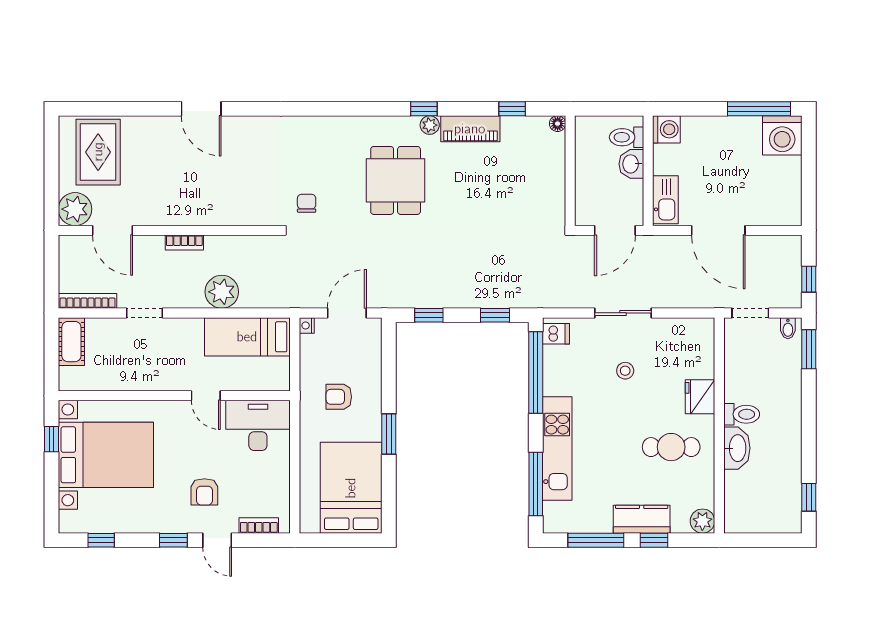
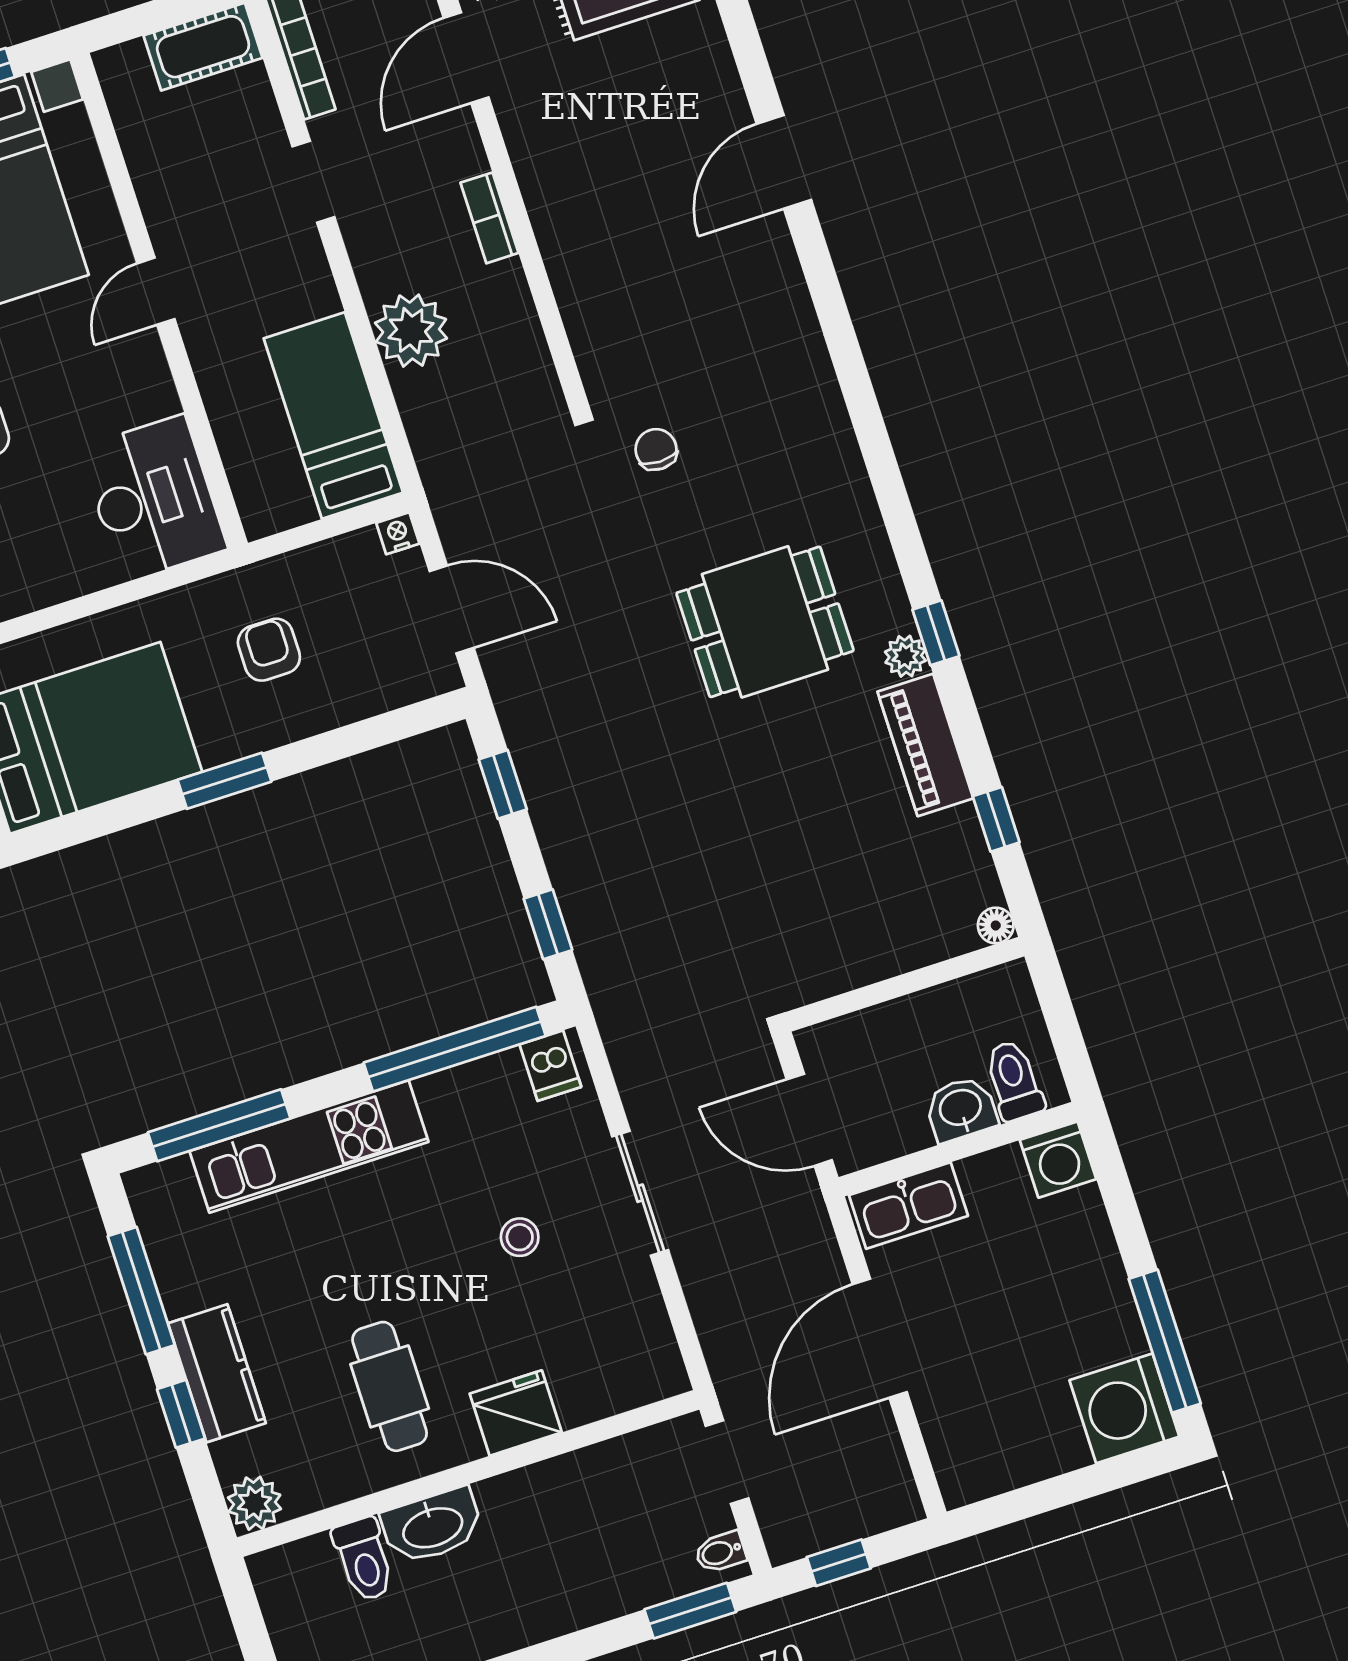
chair: (307, 203) -> (656, 449), turned -90
door: (206, 396) -> (156, 291), moved
toilet: (742, 414) -> (364, 1559), moved

